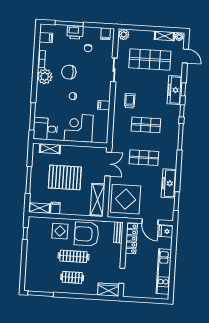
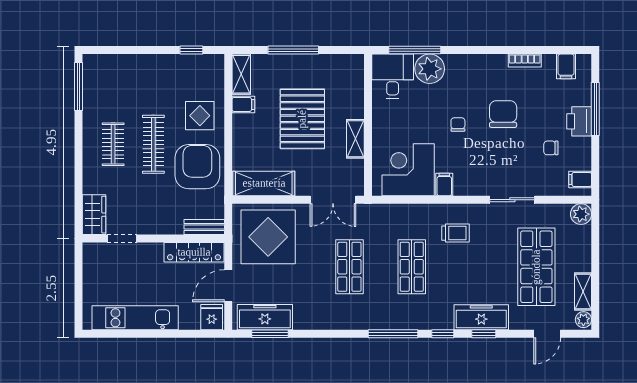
plant: (45, 76) -> (430, 69), moved
corner desk: (79, 128) -> (408, 170), moved, turned -90
shelving: (50, 149) -> (355, 139), moved
freezer: (169, 183) -> (265, 317), moved

